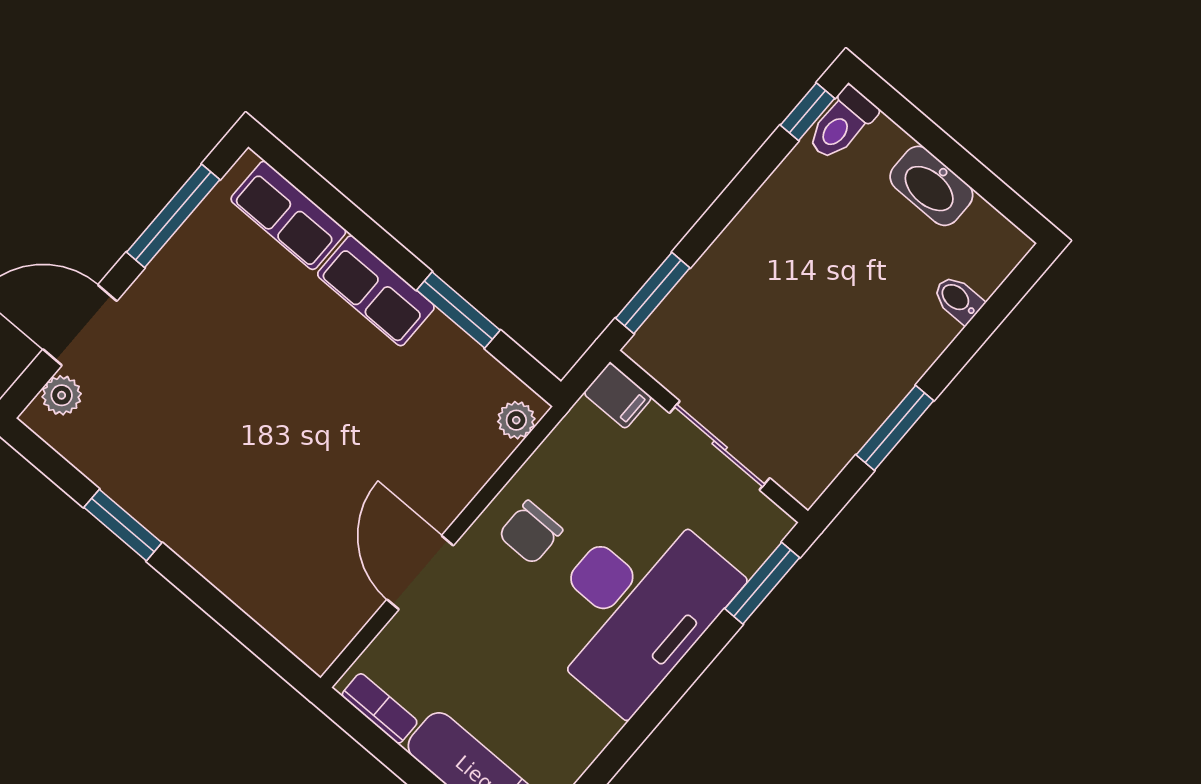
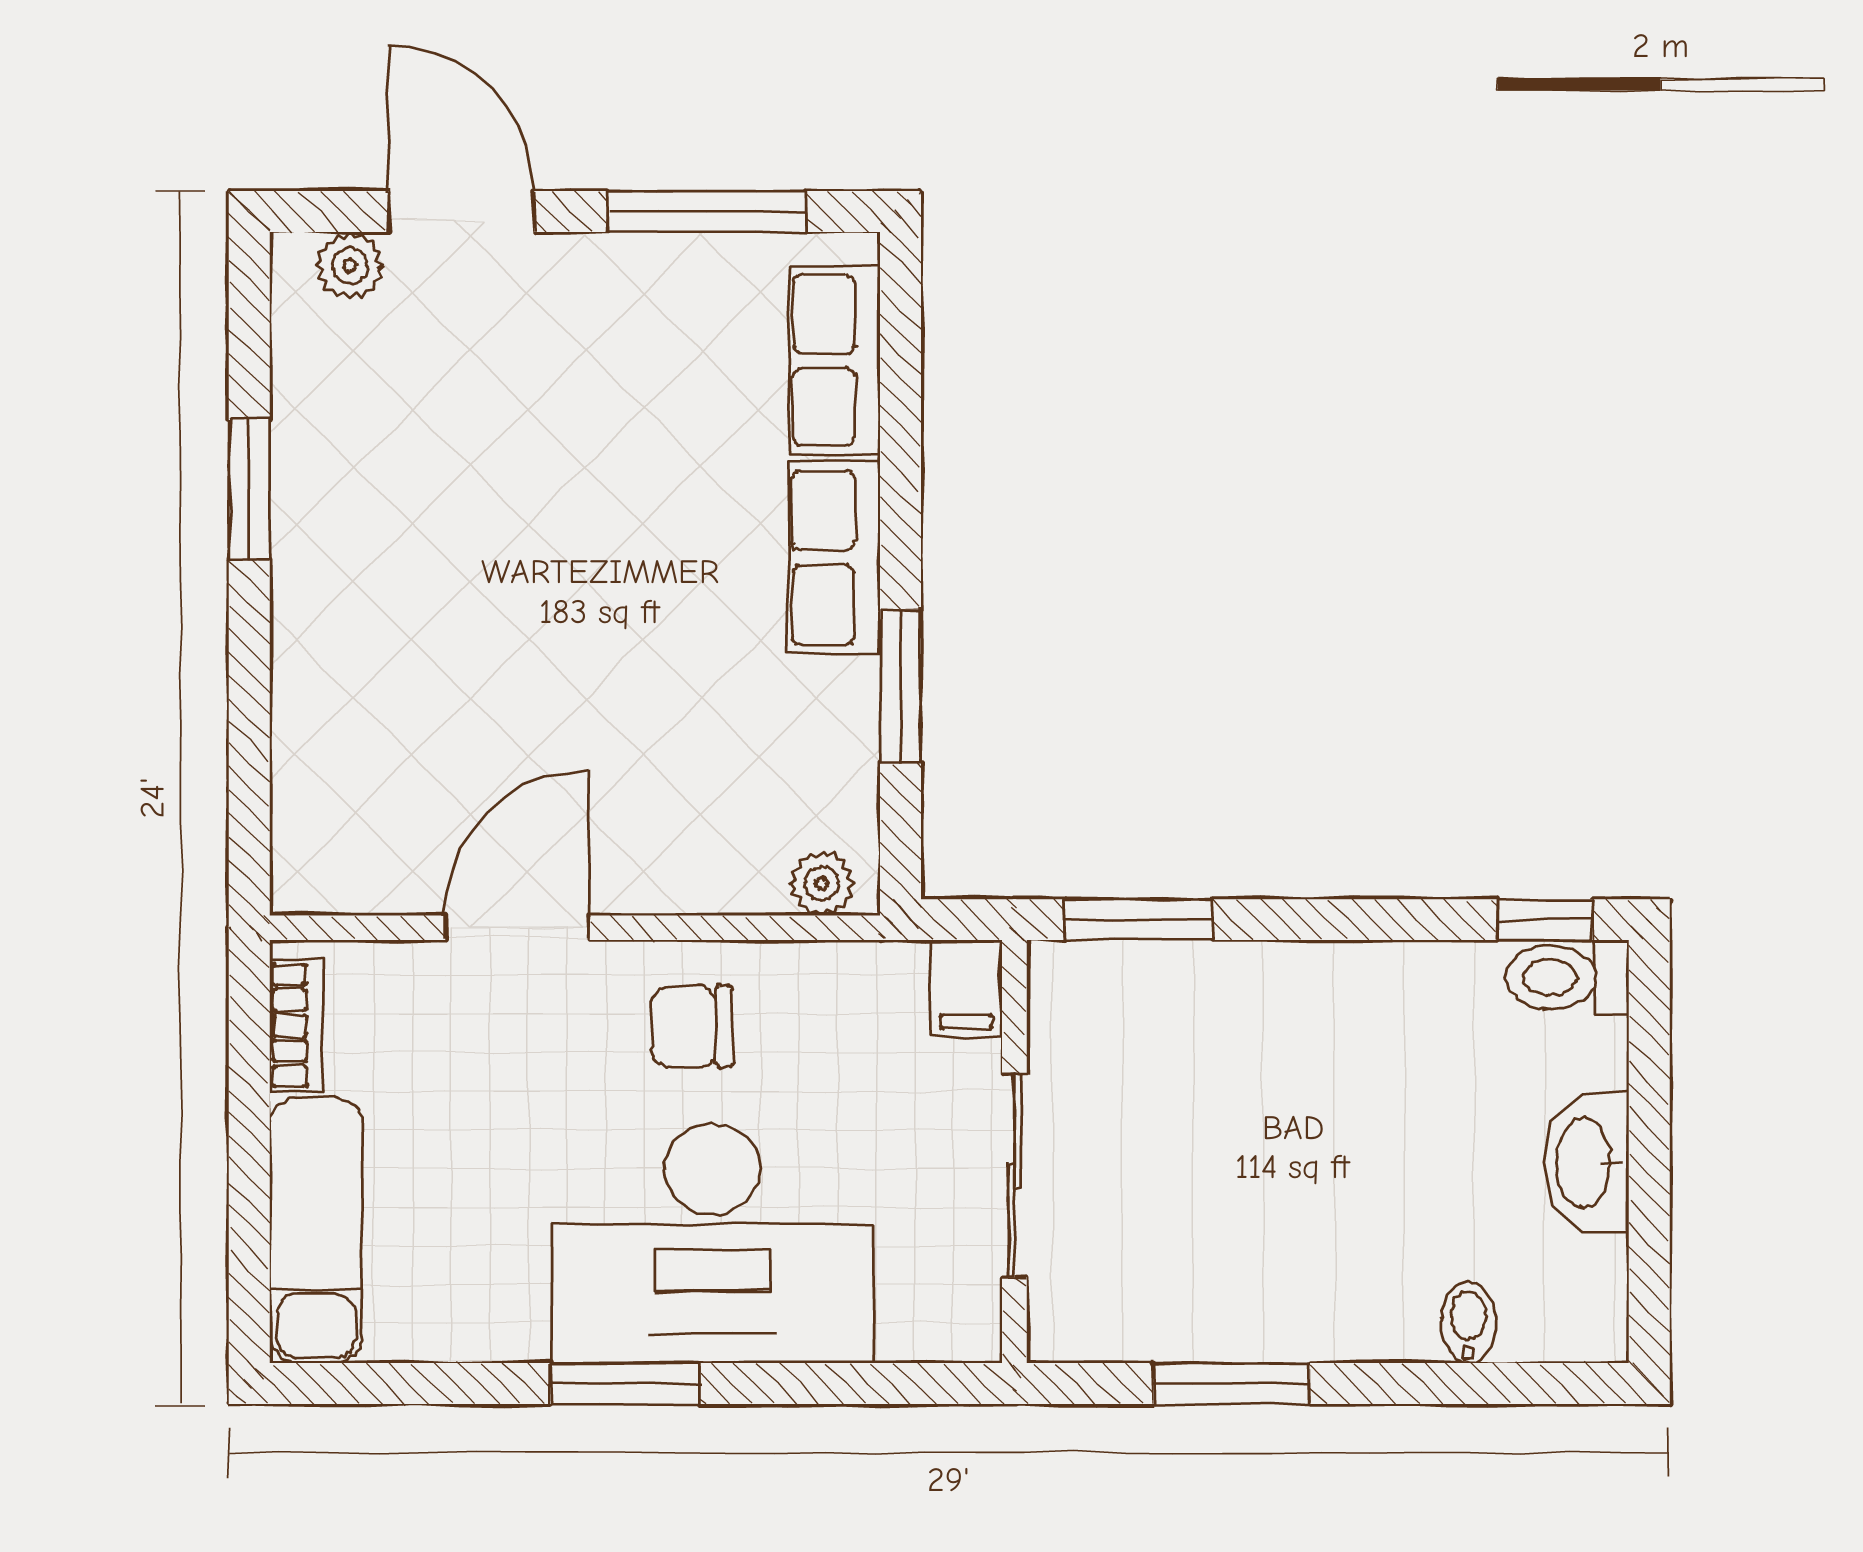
window: (762, 583) -> (625, 1384), moved

